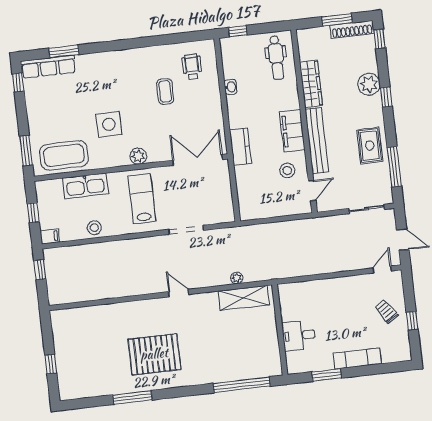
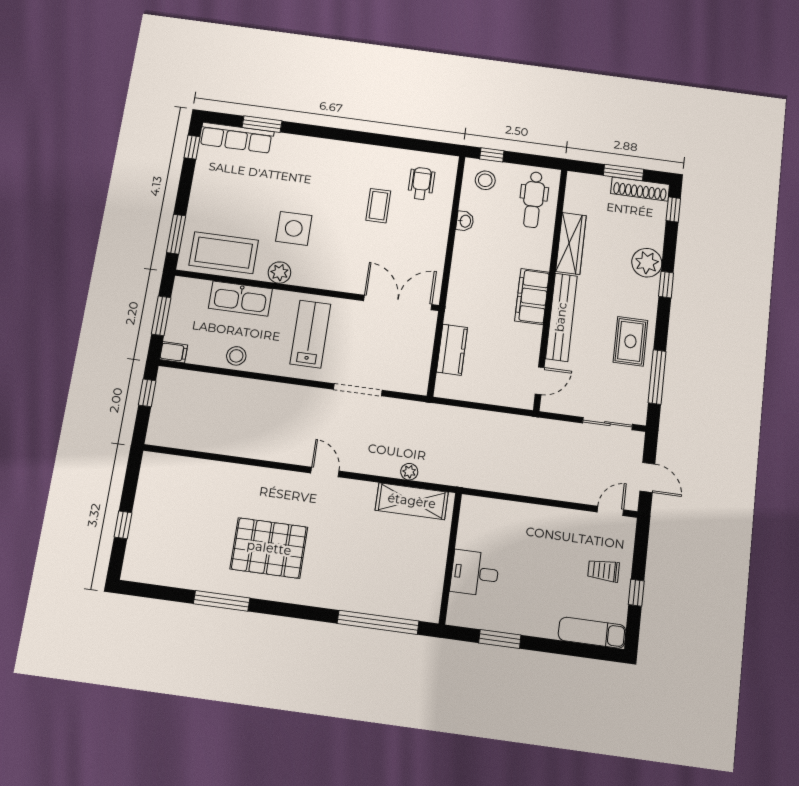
kitchen counter: (240, 147) -> (452, 350), moved
plant: (138, 156) -> (279, 273), moved
stool: (287, 170) -> (485, 180), moved
window: (33, 213) -> (161, 316), width x1.50
trolley: (386, 311) -> (604, 571), turned -56
exam couch: (357, 359) -> (592, 633), moved

